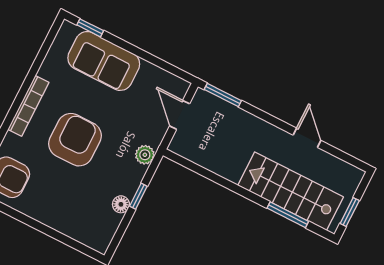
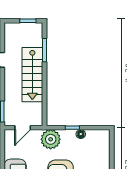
plant: (145, 155) -> (51, 139), width x1.88, depth x1.88
stairs: (291, 191) -> (32, 75), moved

